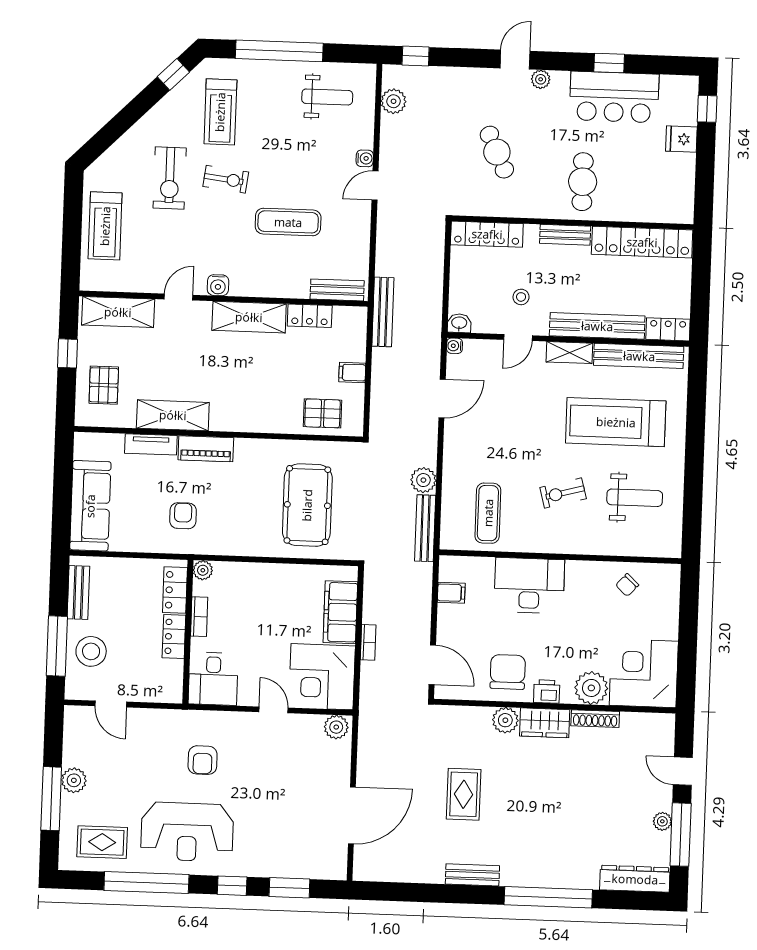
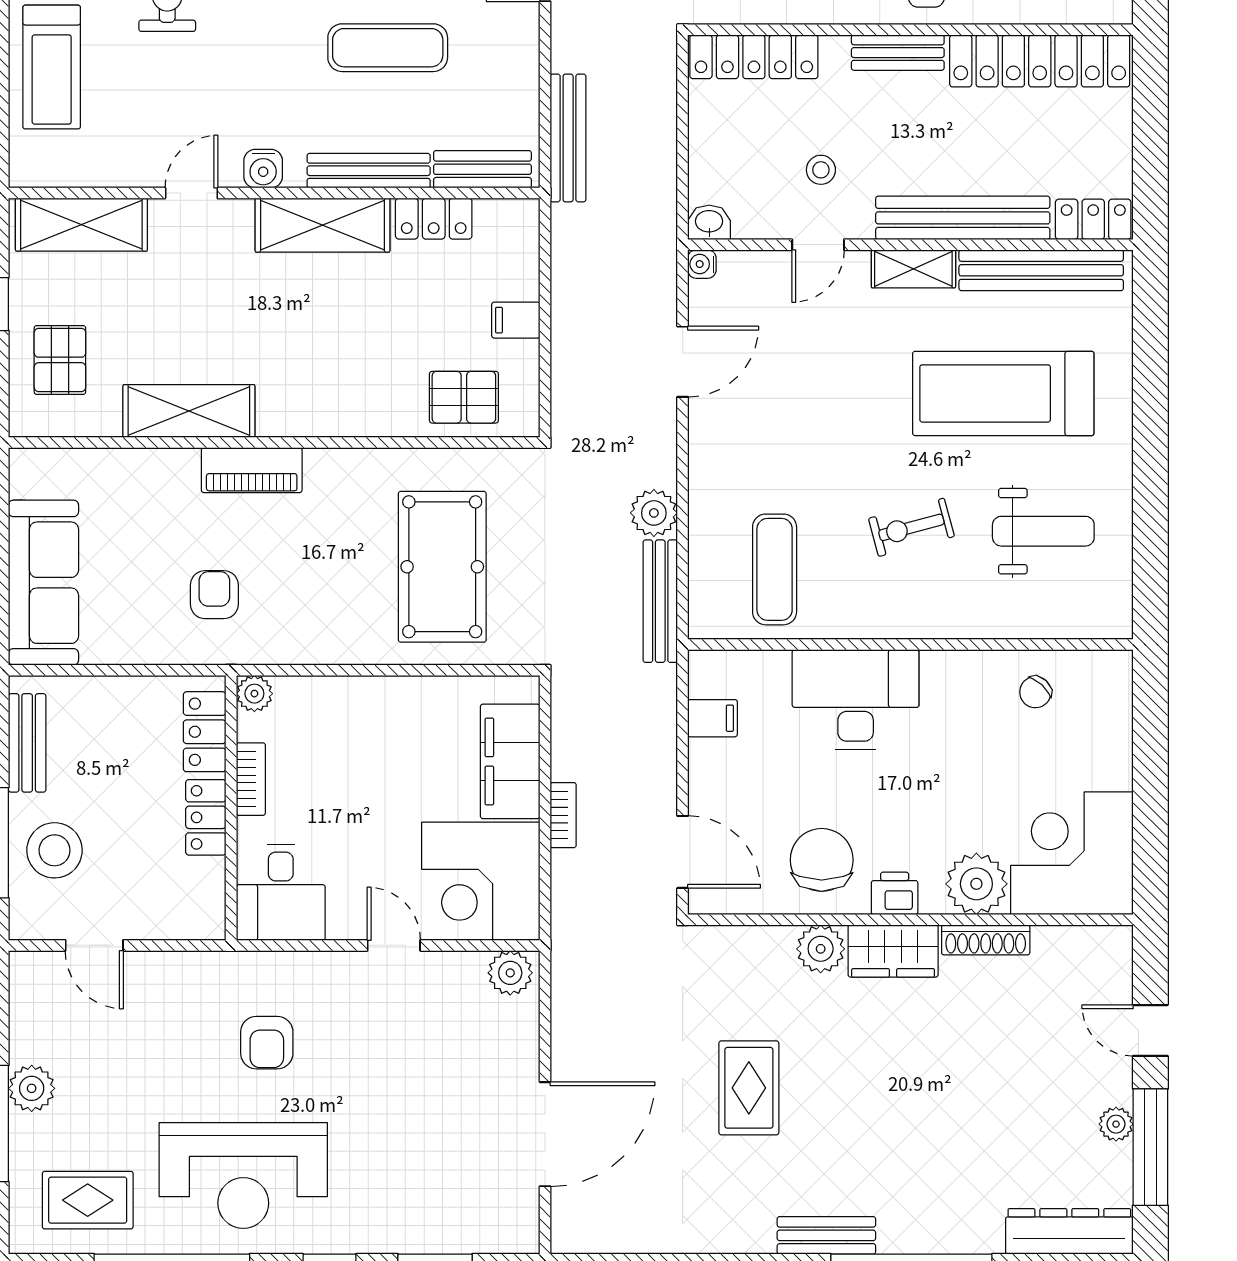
bench: (275, 288) -> (369, 171), added
bench: (383, 312) -> (568, 138), moved
tv unit: (151, 444) -> (150, 466), removed
bench: (472, 875) -> (826, 1235), moved

